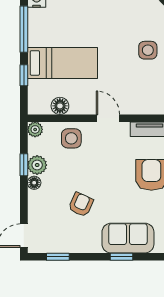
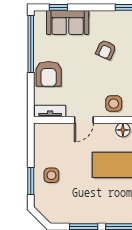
door: (108, 118) -> (84, 120), hinge flipped
window: (122, 257) -> (58, 7), moved

